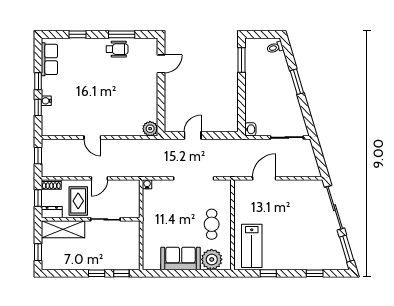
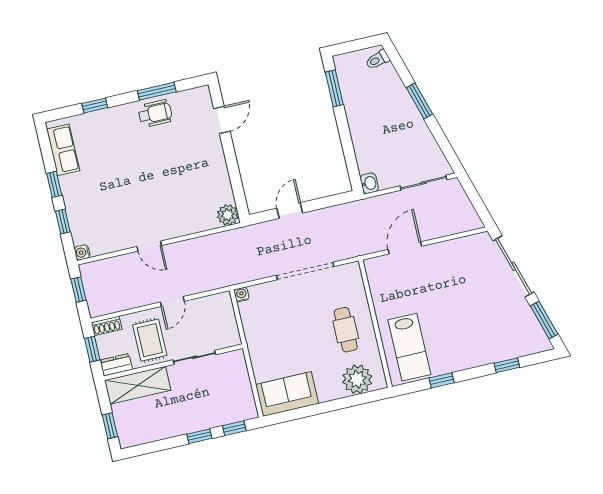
water cooler: (46, 101) -> (82, 252), moved
sofa: (181, 258) -> (287, 394), moved

